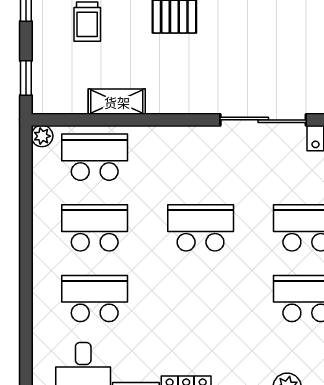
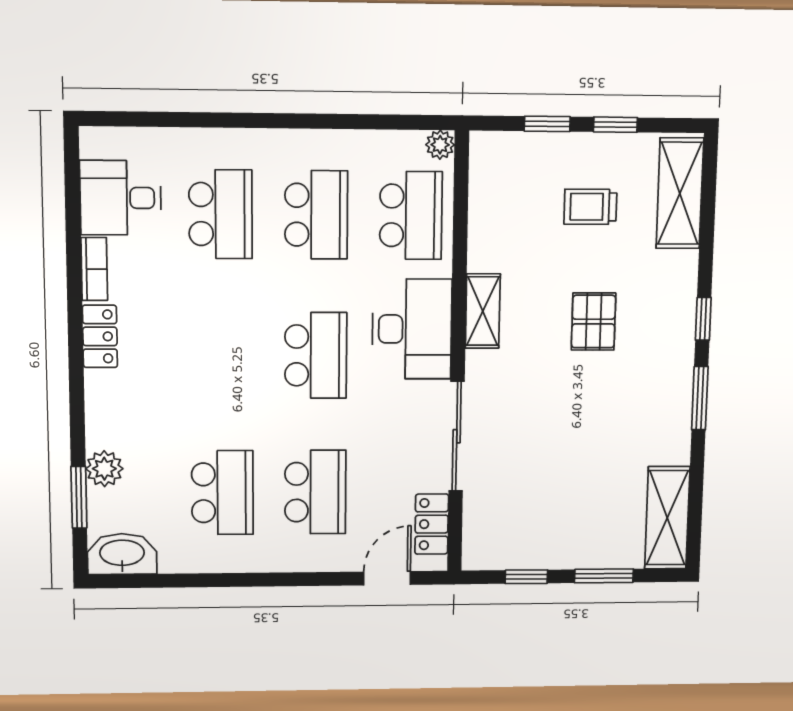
window: (26, 78) -> (547, 124), moved
shelving: (117, 102) -> (483, 311), moved
desk: (180, 155) -> (412, 329), added

